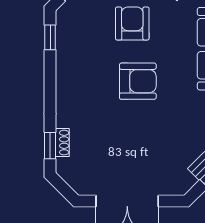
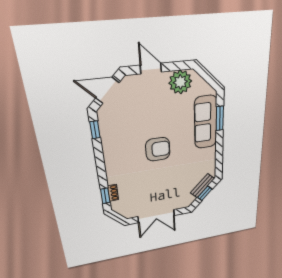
armchair: (132, 23) -> (152, 113), removed

